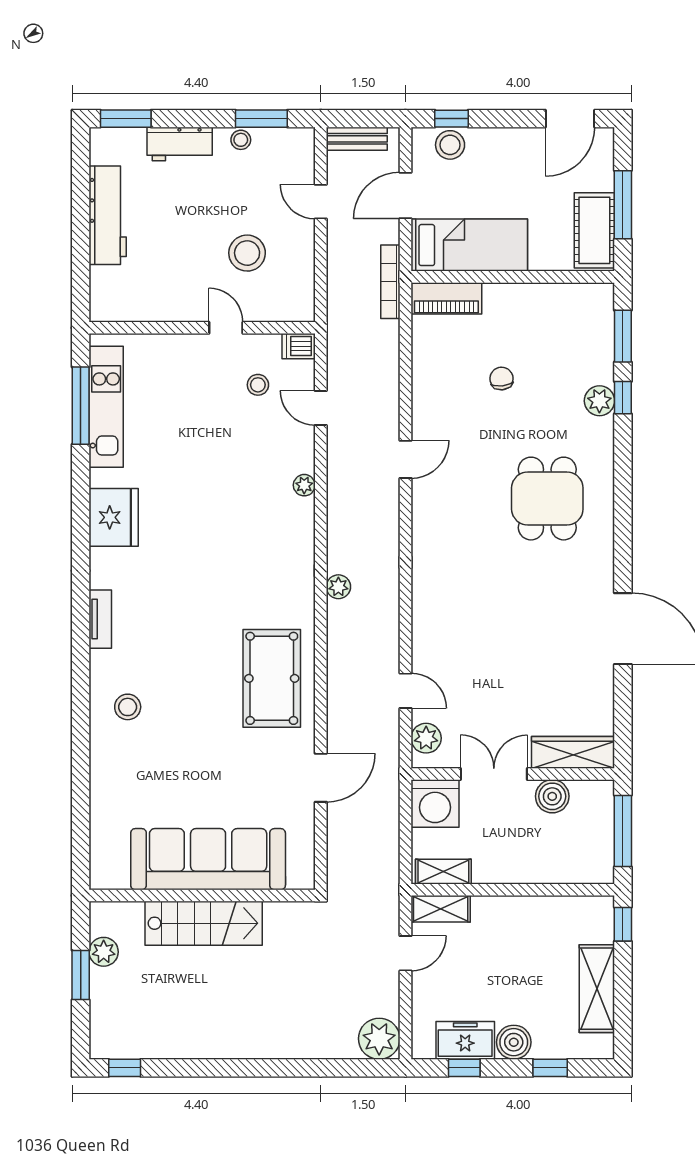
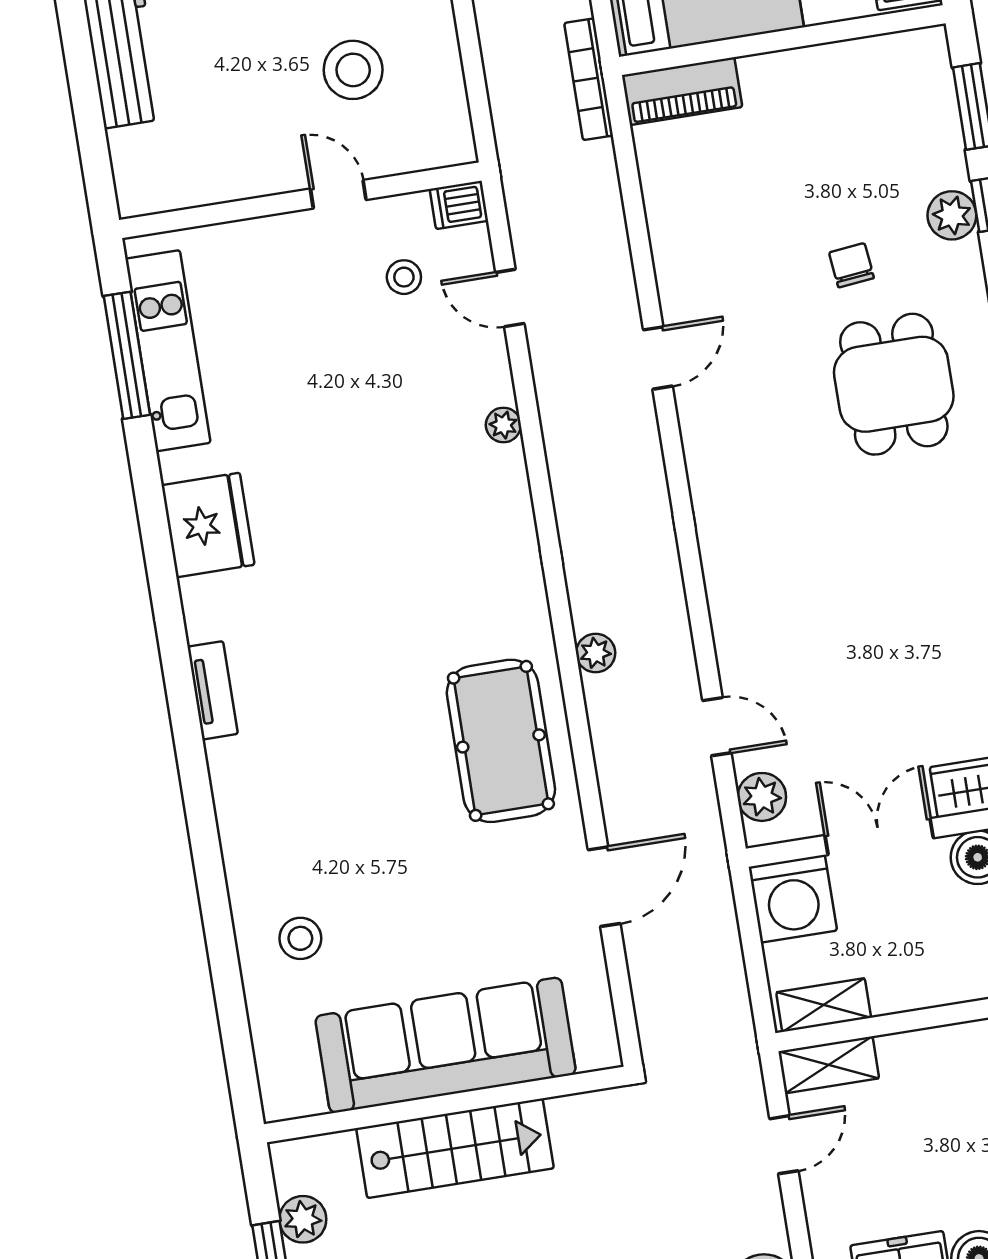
chair: (501, 379) -> (851, 265), moved
plant: (338, 587) -> (596, 653), moved
stool: (128, 707) -> (300, 938), moved

